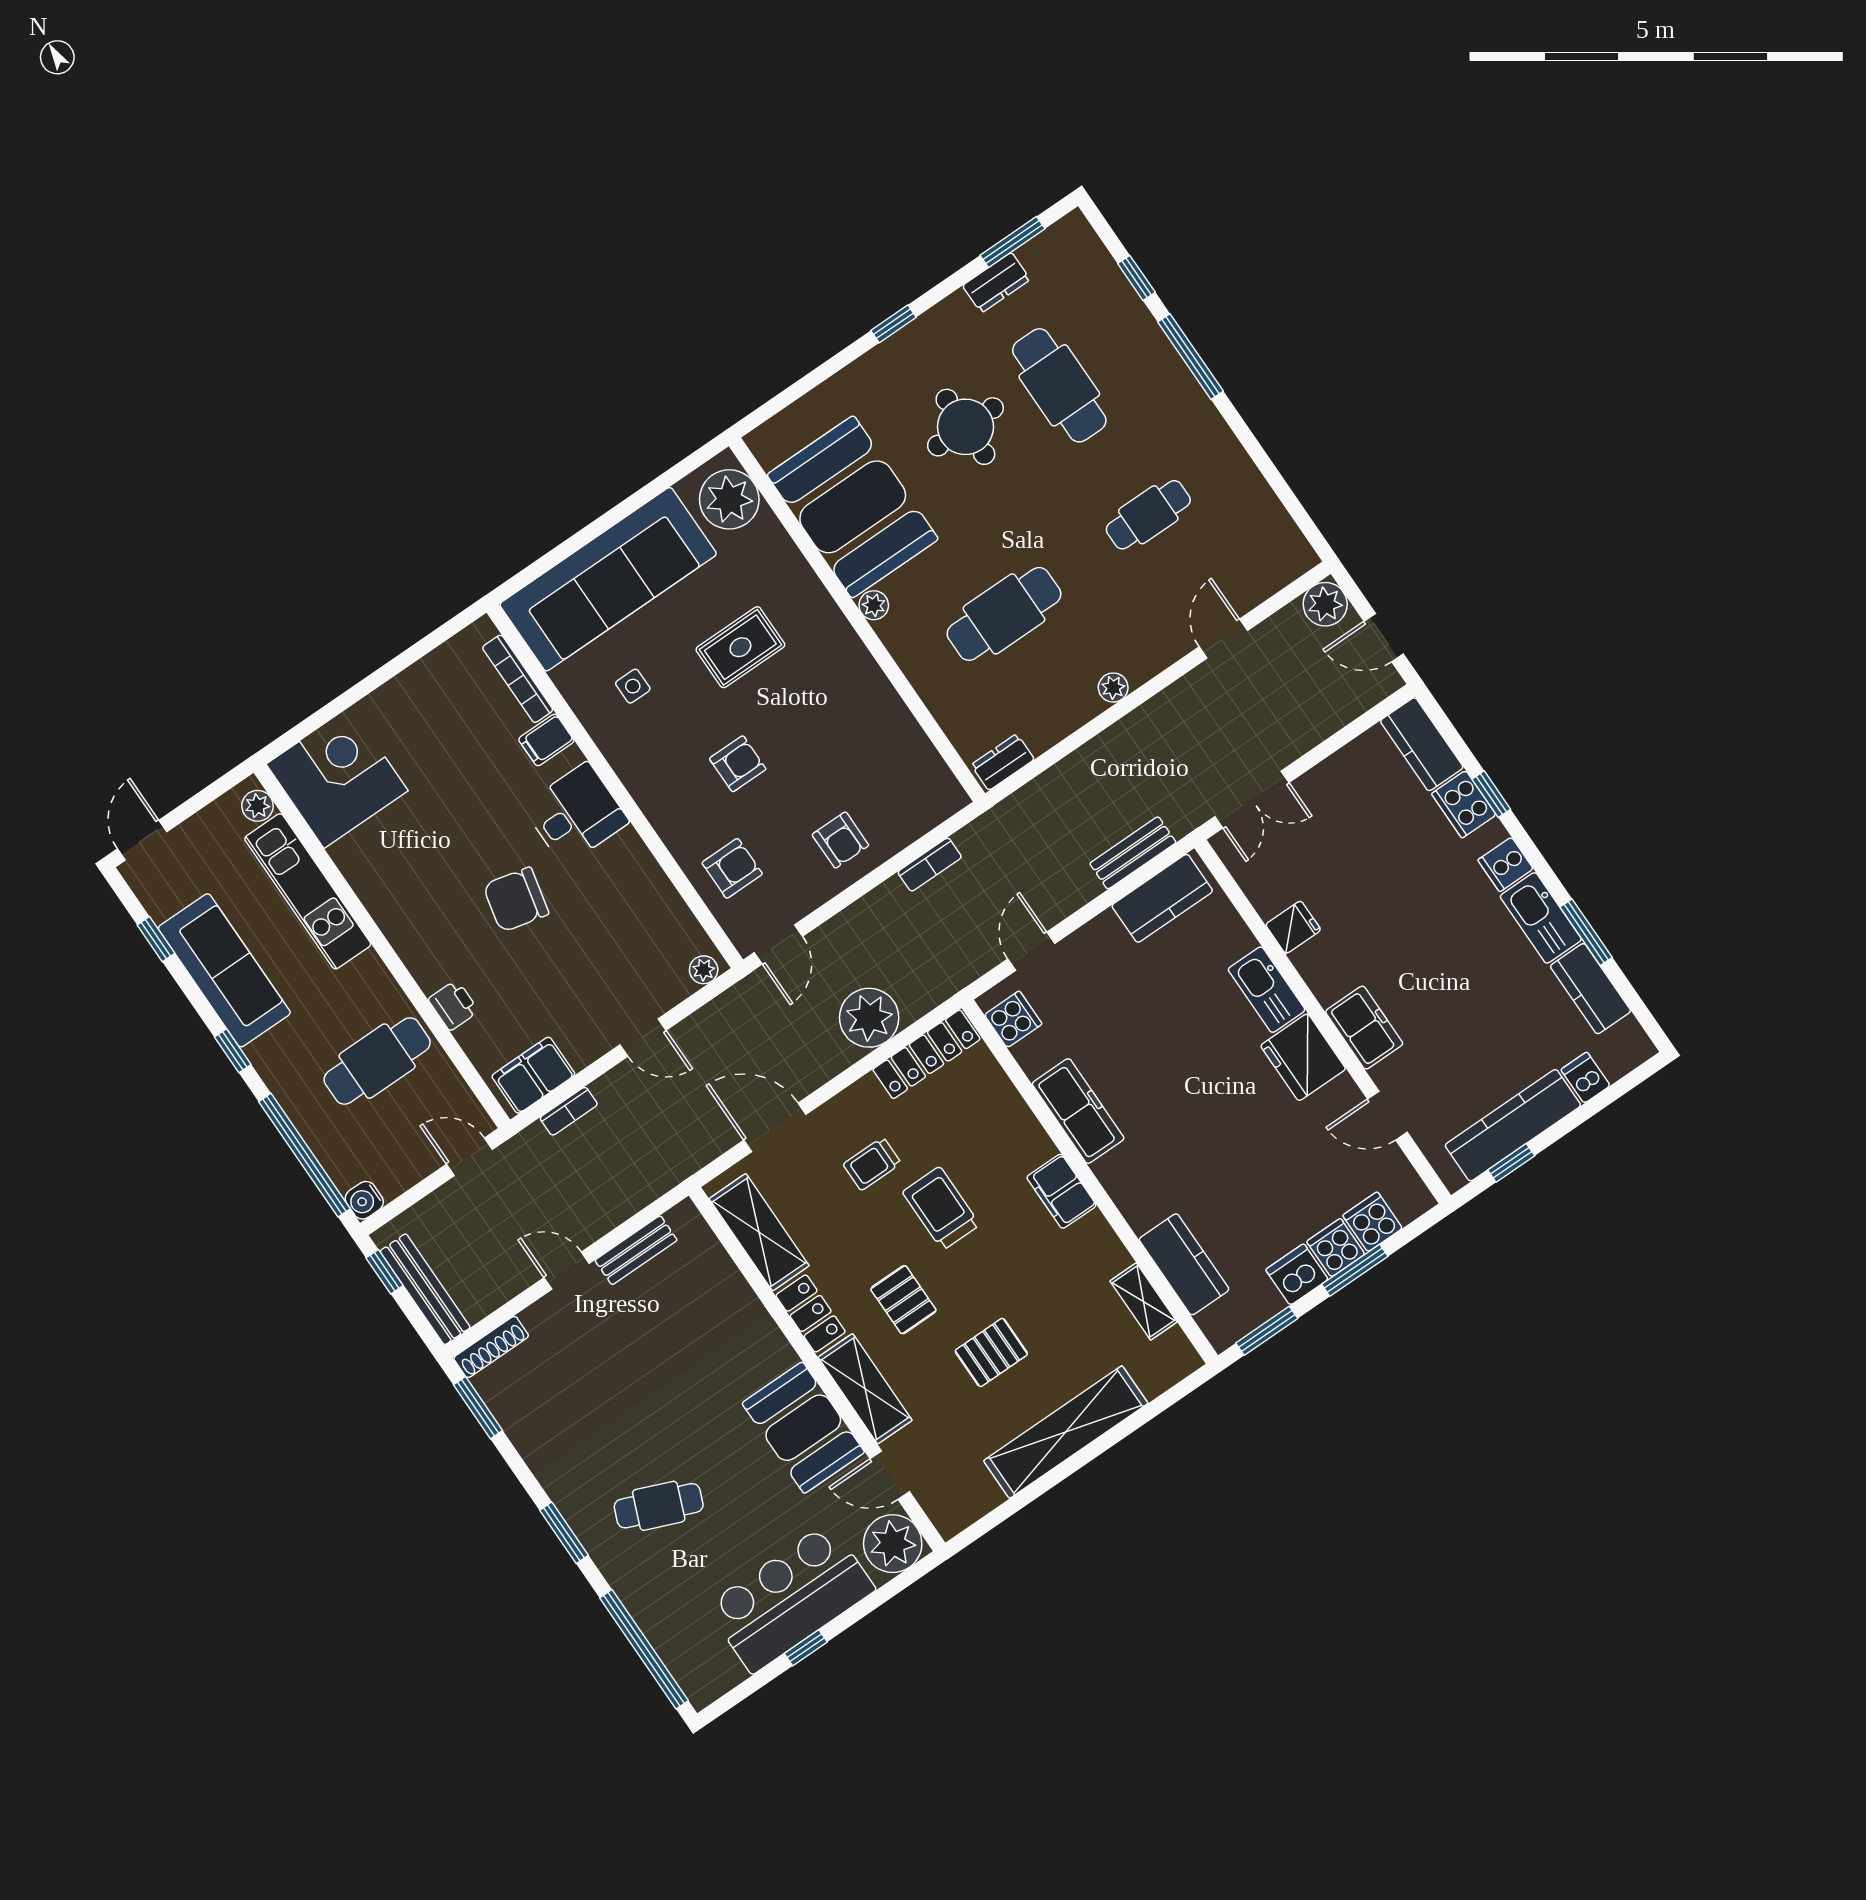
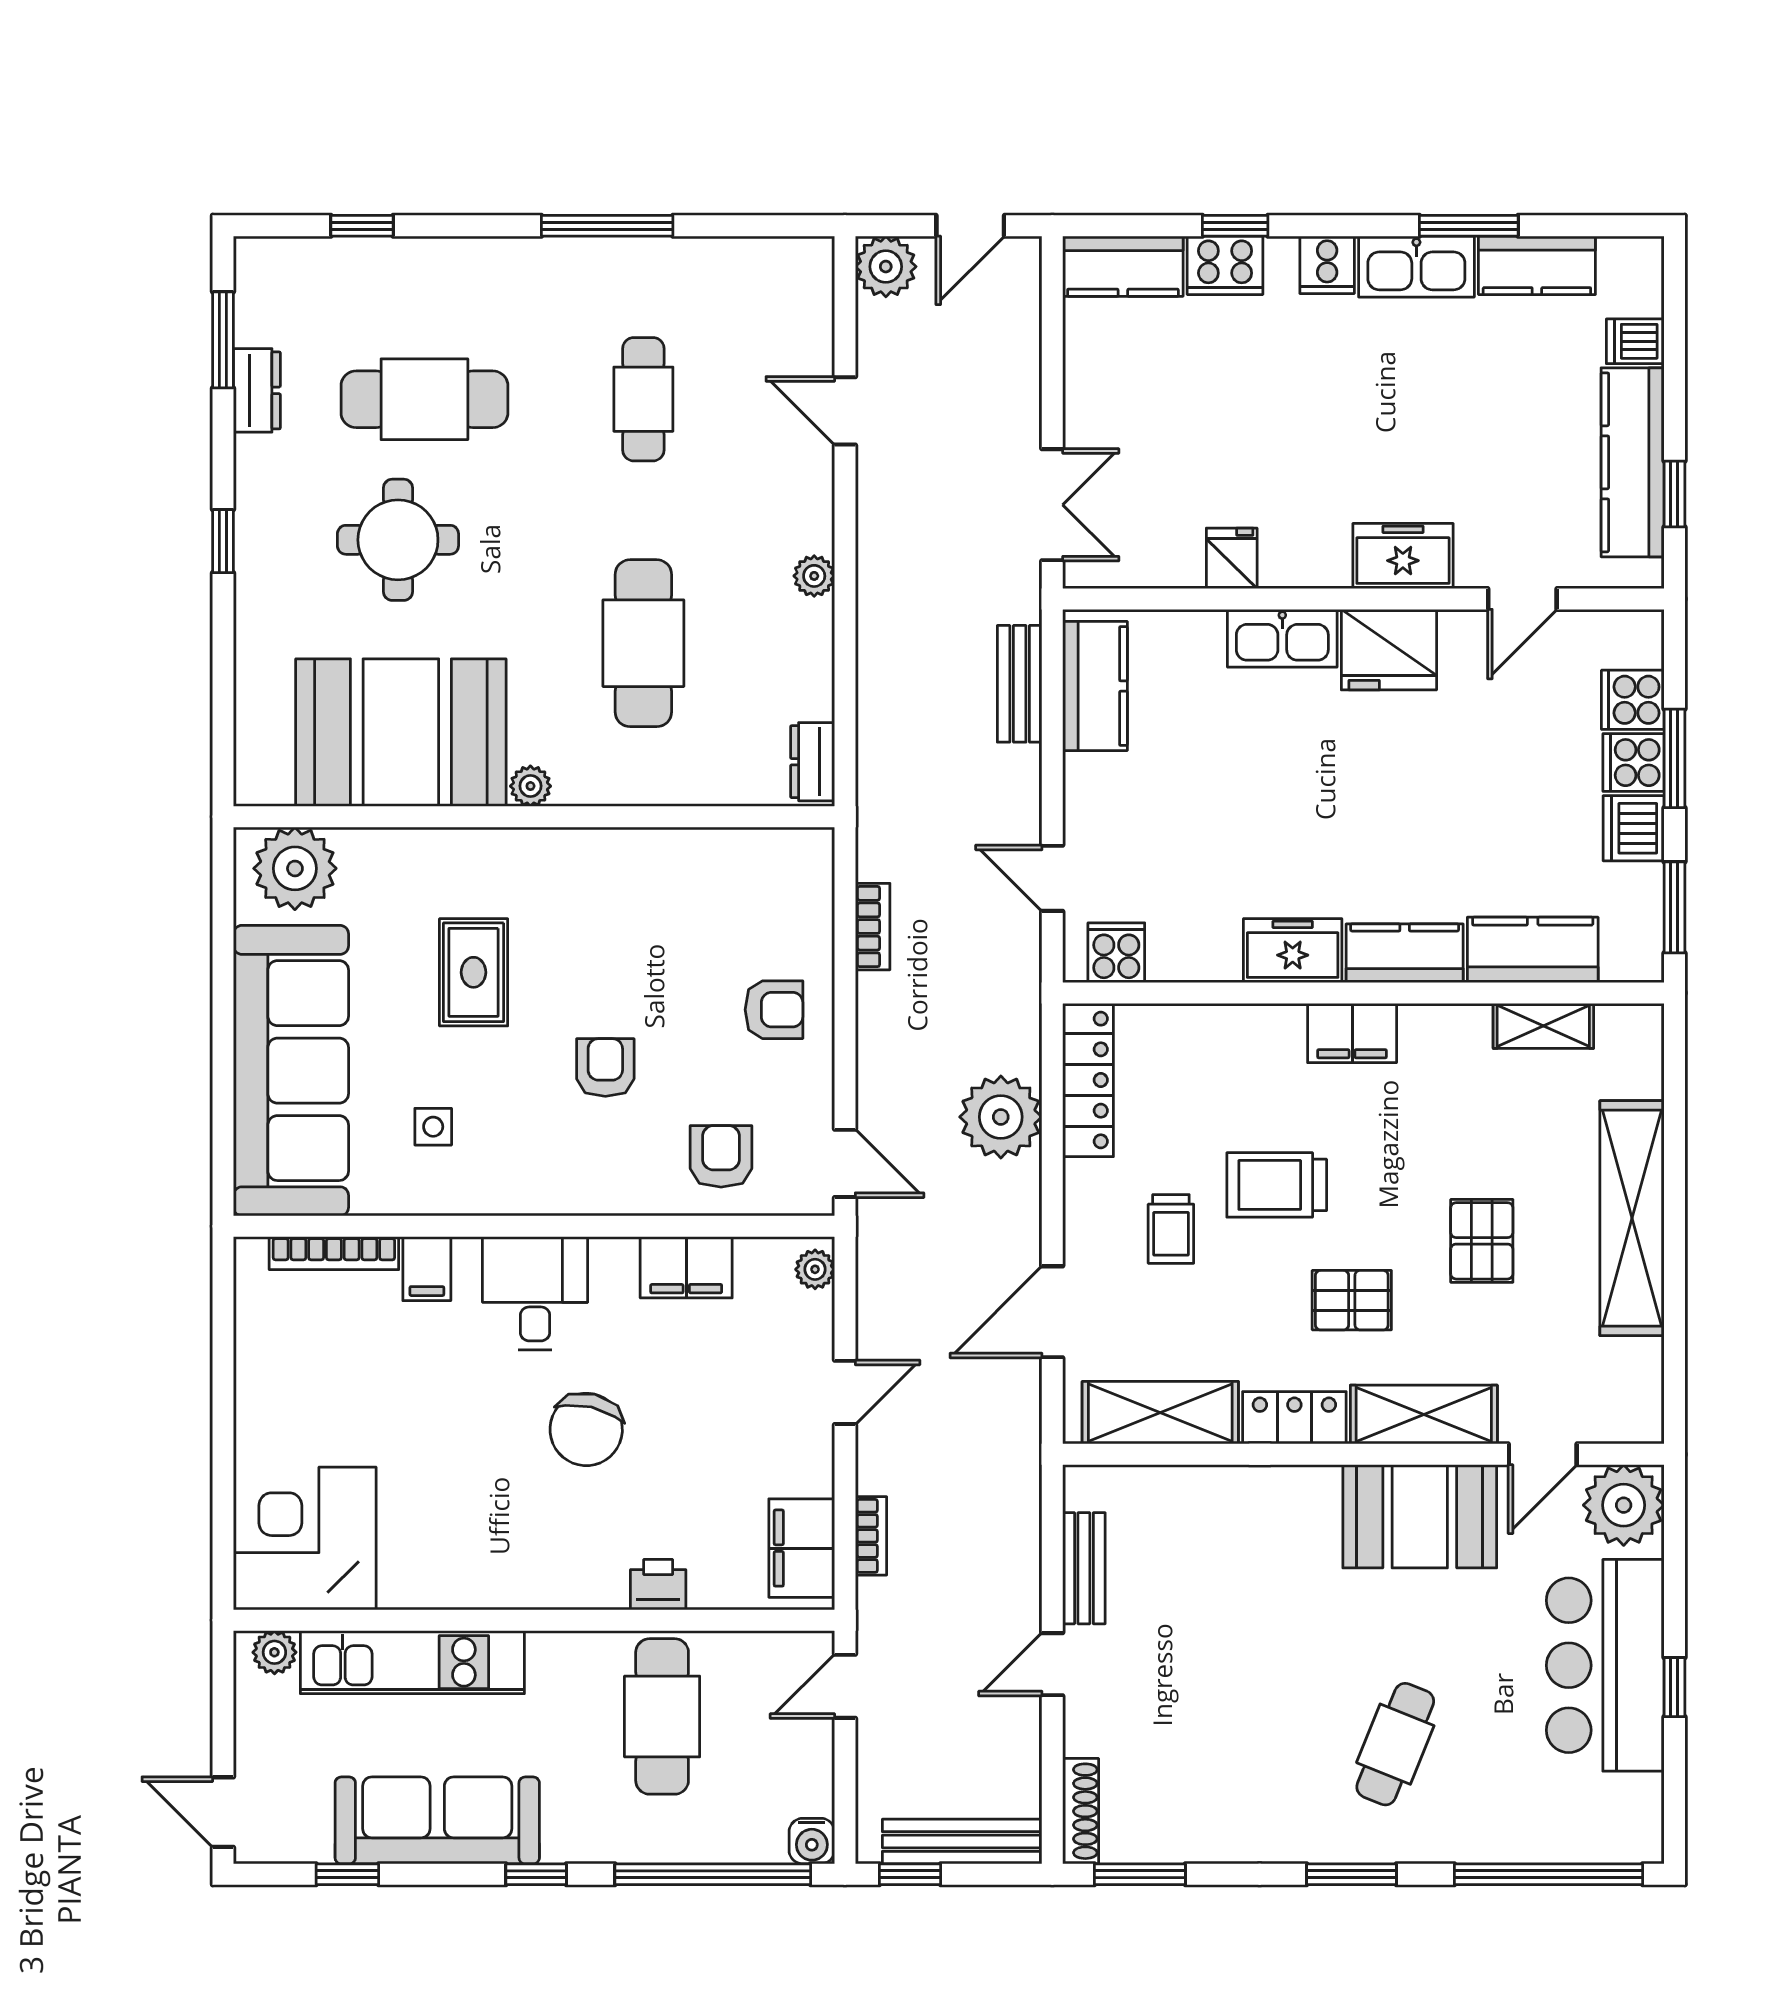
window: (1191, 357) -> (607, 226), moved
filing cabinet: (652, 893) -> (686, 1267), added
freezer: (1078, 1111) -> (1293, 951), width x0.71
kitchen counter: (1130, 1190) -> (1405, 953), added

